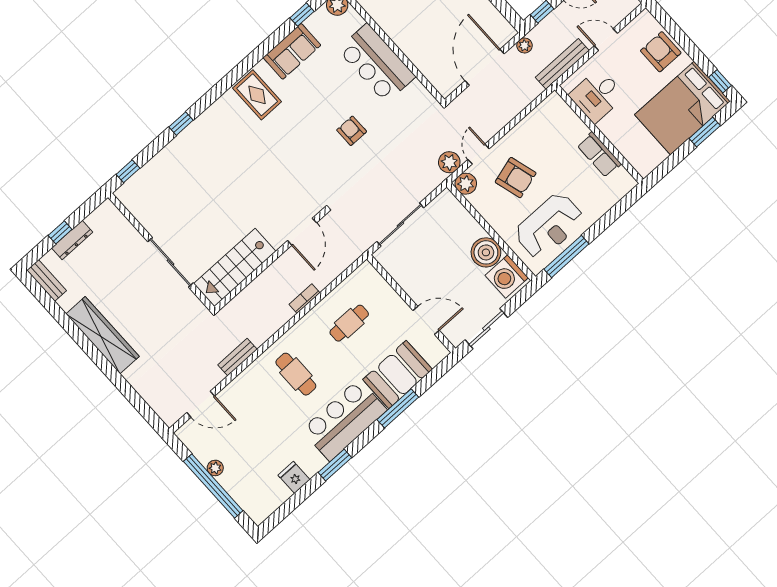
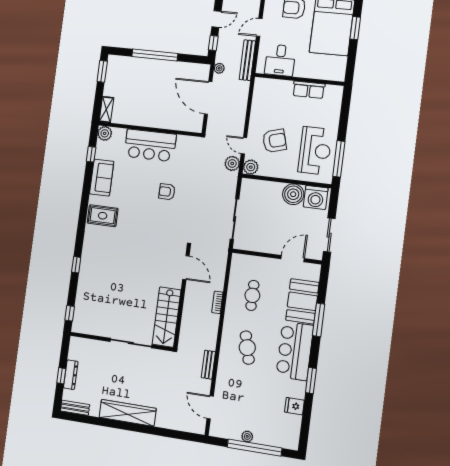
cafe table: (296, 374) -> (247, 348), turned 76
door: (201, 404) -> (210, 407), swing flipped

